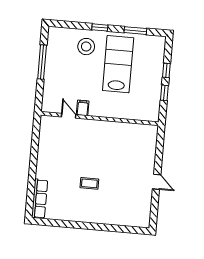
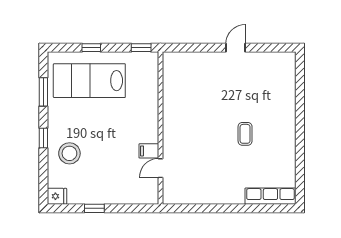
fridge: (54, 34) -> (57, 196), added
window: (42, 62) -> (94, 208), width x0.46
lab bench: (118, 64) -> (89, 81), moved
window: (164, 93) -> (141, 48), moved

